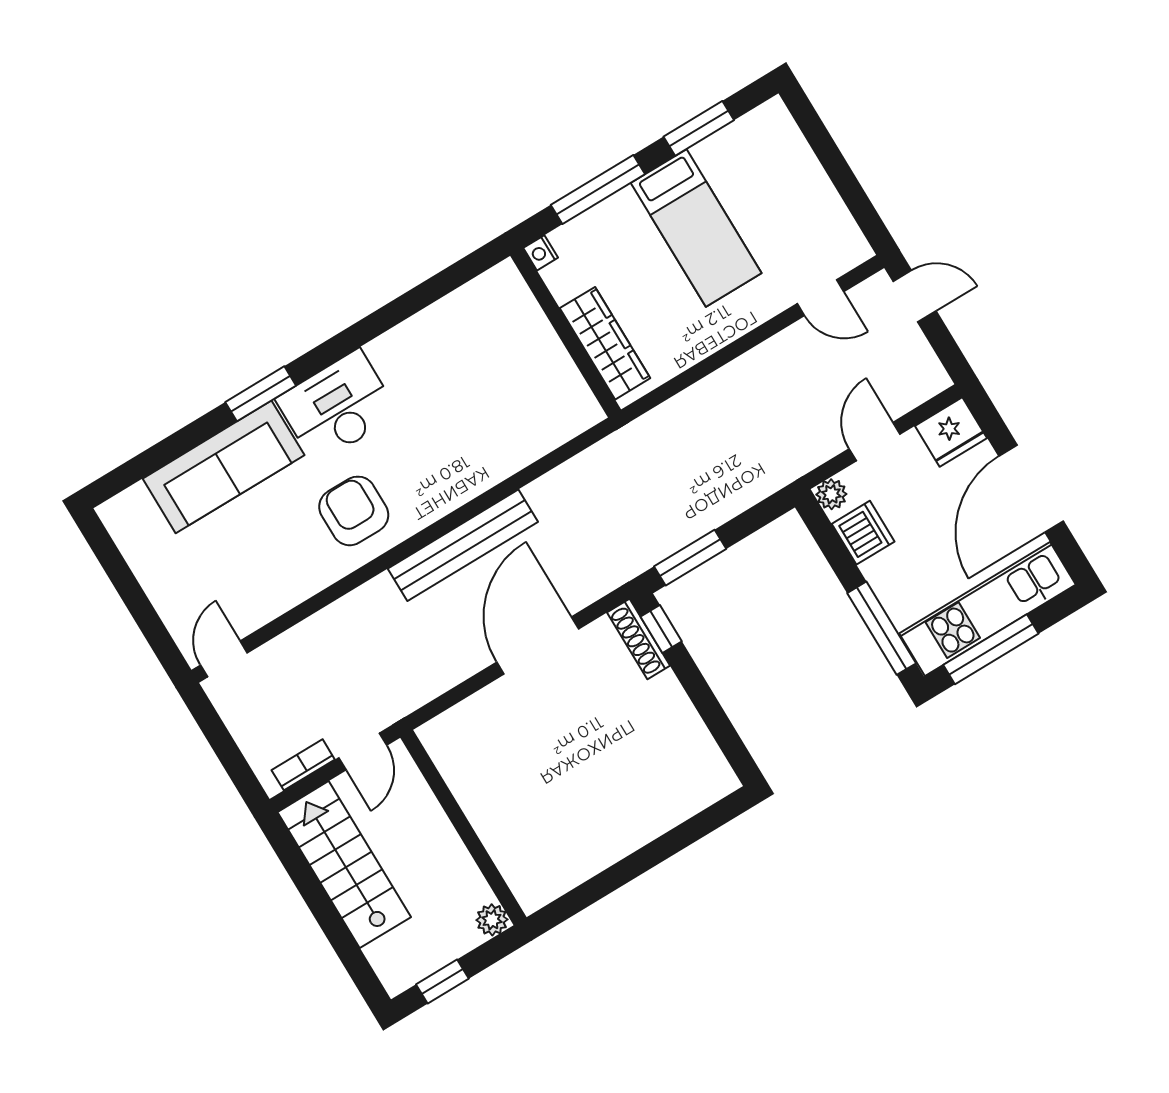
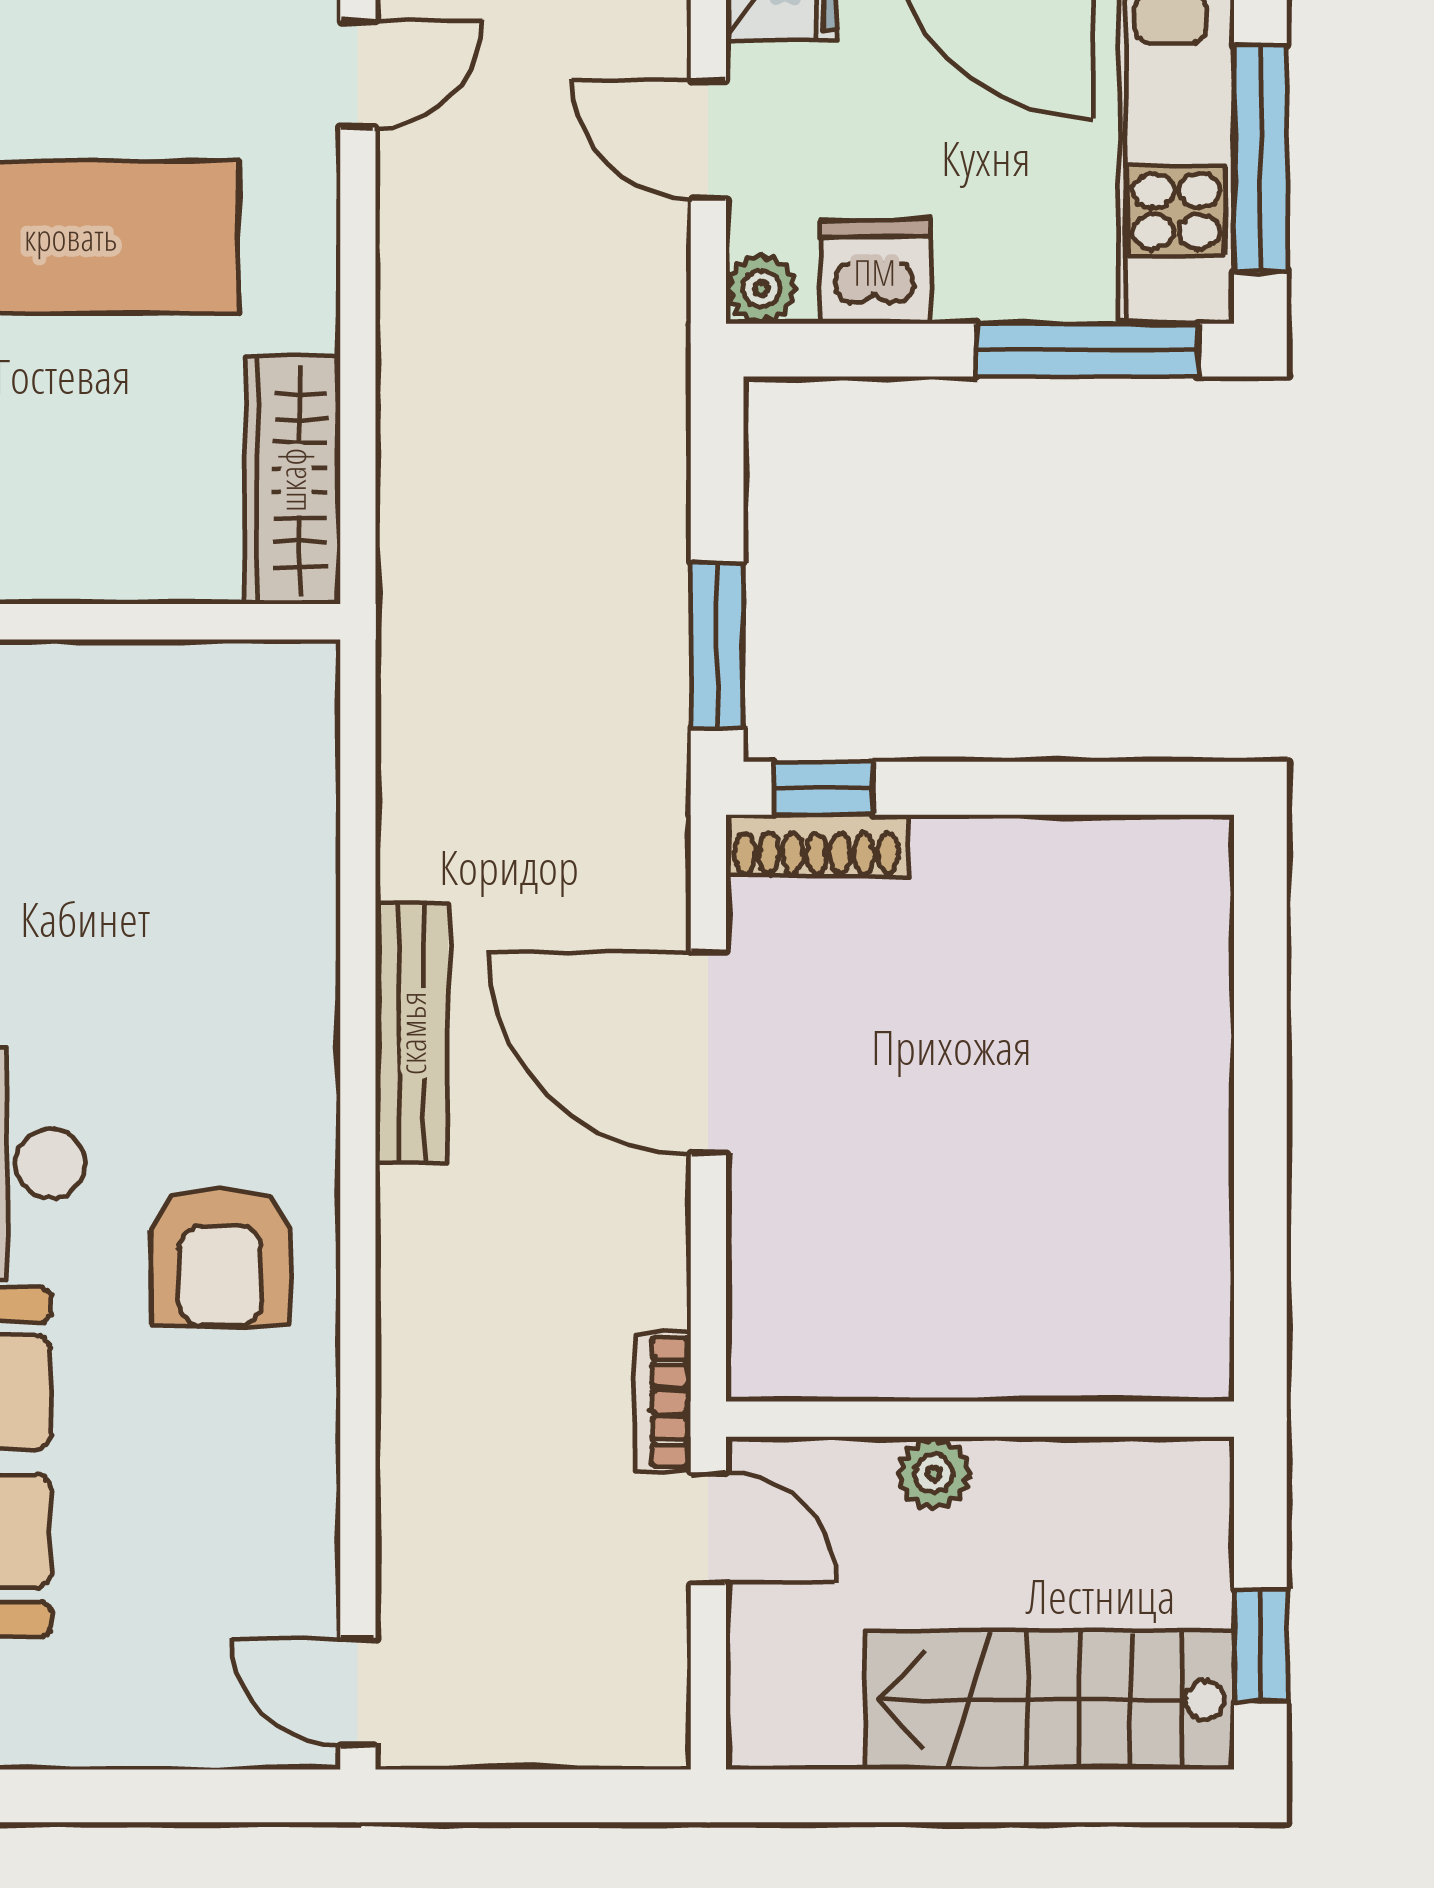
wardrobe: (605, 343) -> (292, 480), moved, turned -90
armchair: (354, 511) -> (220, 1256), turned -90
bench: (463, 545) -> (412, 1033), width x0.73, depth x0.82
bookcase: (303, 765) -> (663, 1402), moved
stairs: (344, 865) -> (1050, 1700), moved
plant: (492, 920) -> (934, 1473), moved

